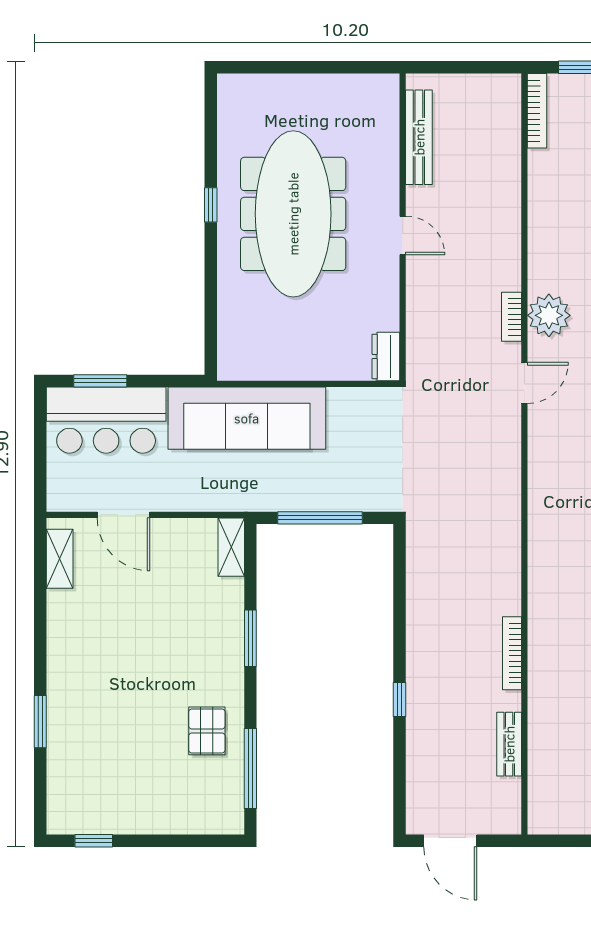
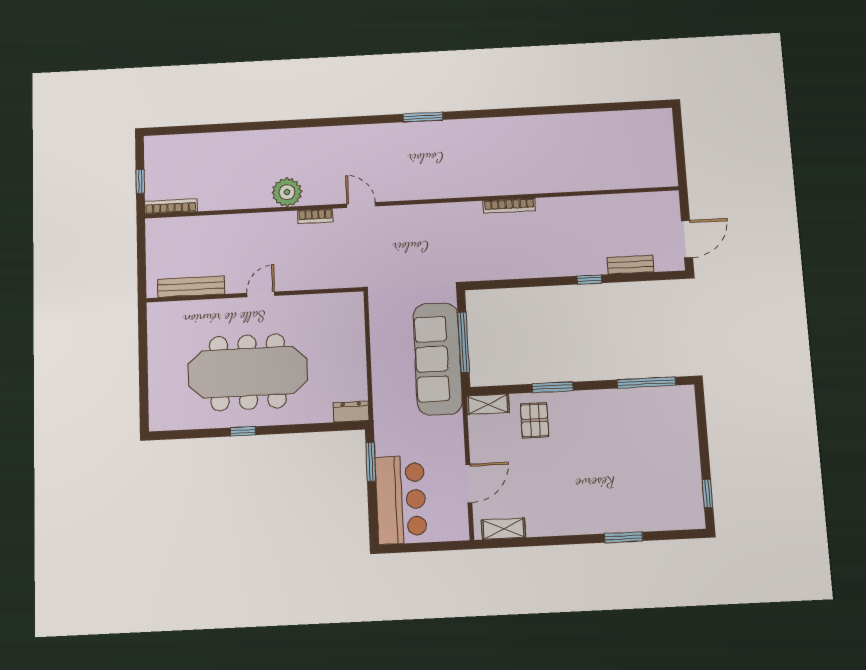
plant: (549, 315) -> (287, 192), moved
dresser: (386, 356) -> (351, 412), moved, turned 180
window: (100, 381) -> (371, 462), moved
sofa: (247, 418) -> (438, 359), moved, turned 180
bookcase: (512, 653) -> (509, 206), moved
pallet: (207, 731) -> (535, 420), moved, turned 90
bench: (509, 744) -> (631, 265), moved

